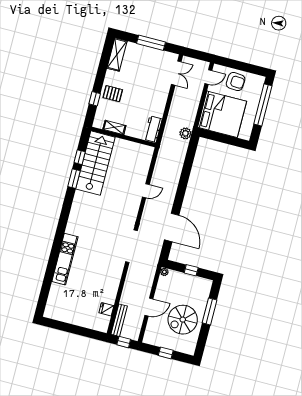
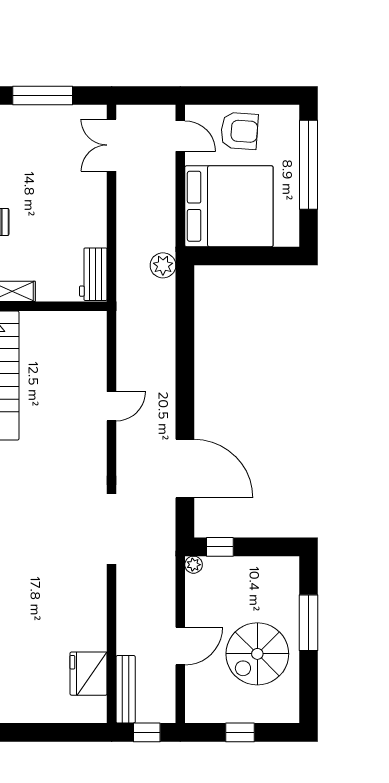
double door: (176, 73) -> (112, 145), swing flipped
door: (208, 77) -> (180, 136), hinge flipped
window: (191, 270) -> (220, 547), moved
fridge: (106, 309) -> (89, 674), width x1.88, depth x1.34

